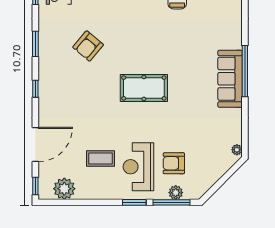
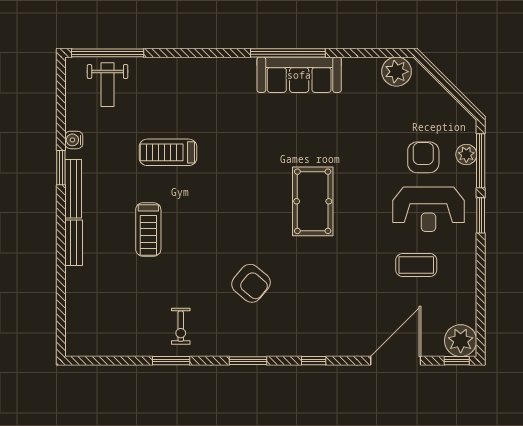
door: (35, 144) -> (396, 361), hinge flipped
plant: (237, 150) -> (397, 72), width x1.88, depth x1.88
coffee table: (100, 158) -> (416, 265), turned 90
armchair: (174, 163) -> (423, 157), turned 180
plant: (64, 189) -> (461, 341), moved

